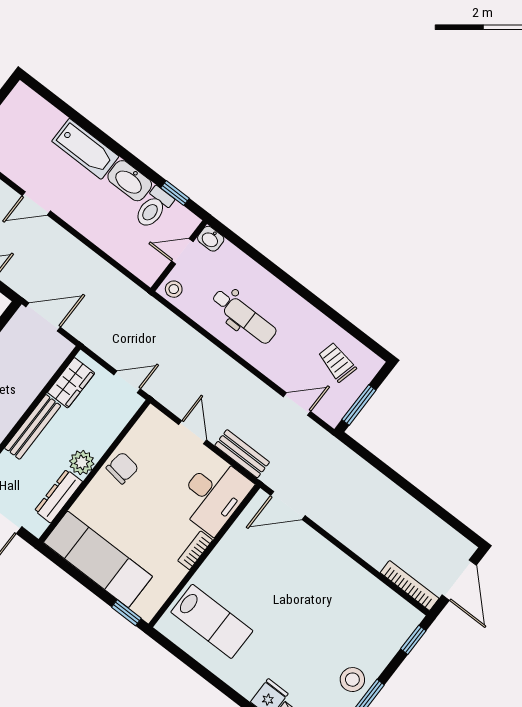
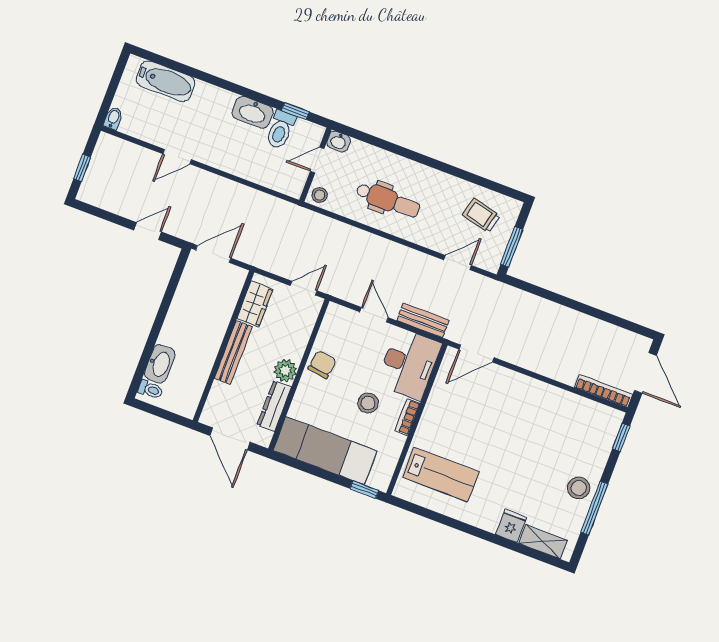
bathtub: (85, 149) -> (166, 81), moved
stool: (158, 523) -> (368, 403), added

